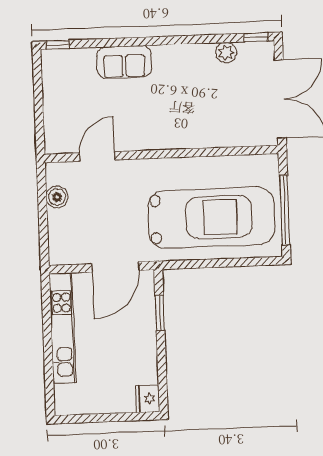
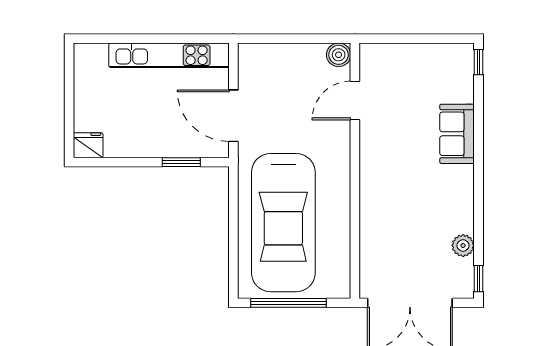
door: (97, 156) -> (355, 101), swing flipped
boiler: (57, 197) -> (339, 55), moved

